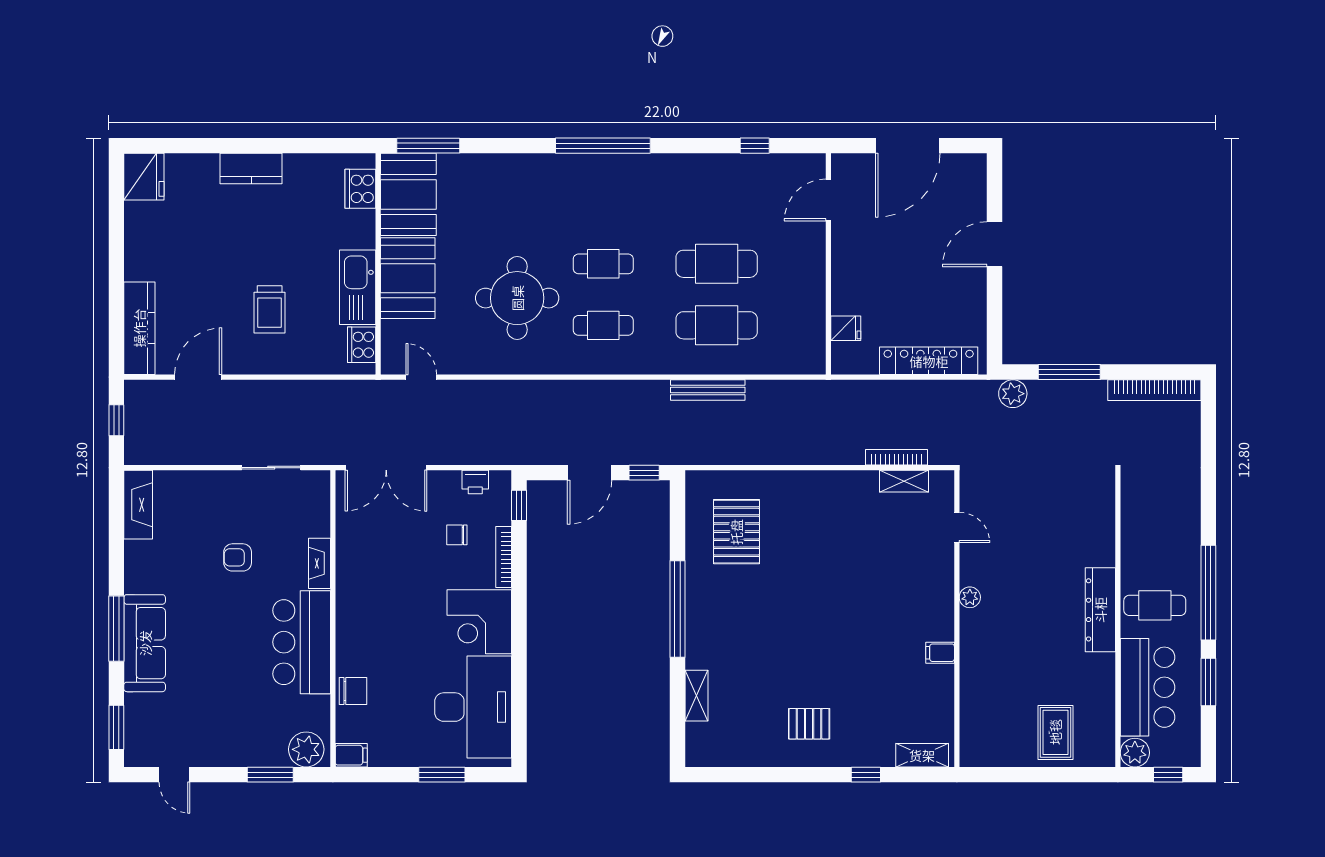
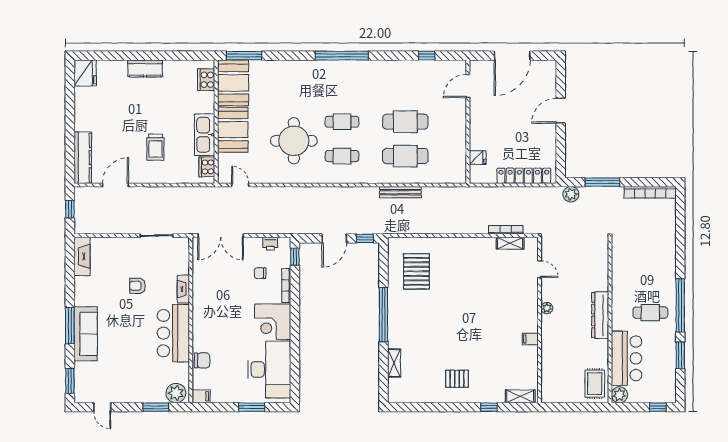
dresser: (1100, 610) -> (600, 315), moved
wall: (1118, 619) -> (610, 320), moved
bar counter: (1147, 687) -> (626, 358), moved
plant: (1135, 753) -> (619, 395), moved

